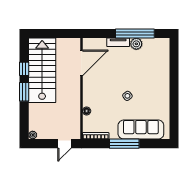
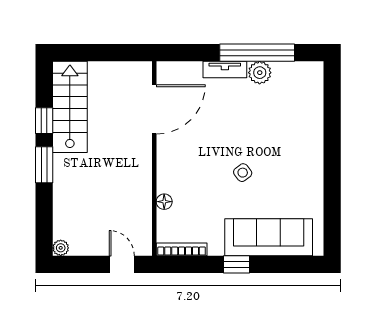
stairs: (42, 70) -> (70, 107), width x0.73, depth x0.66
door: (65, 144) -> (122, 264), swing flipped
window: (124, 144) -> (237, 264), width x0.46

